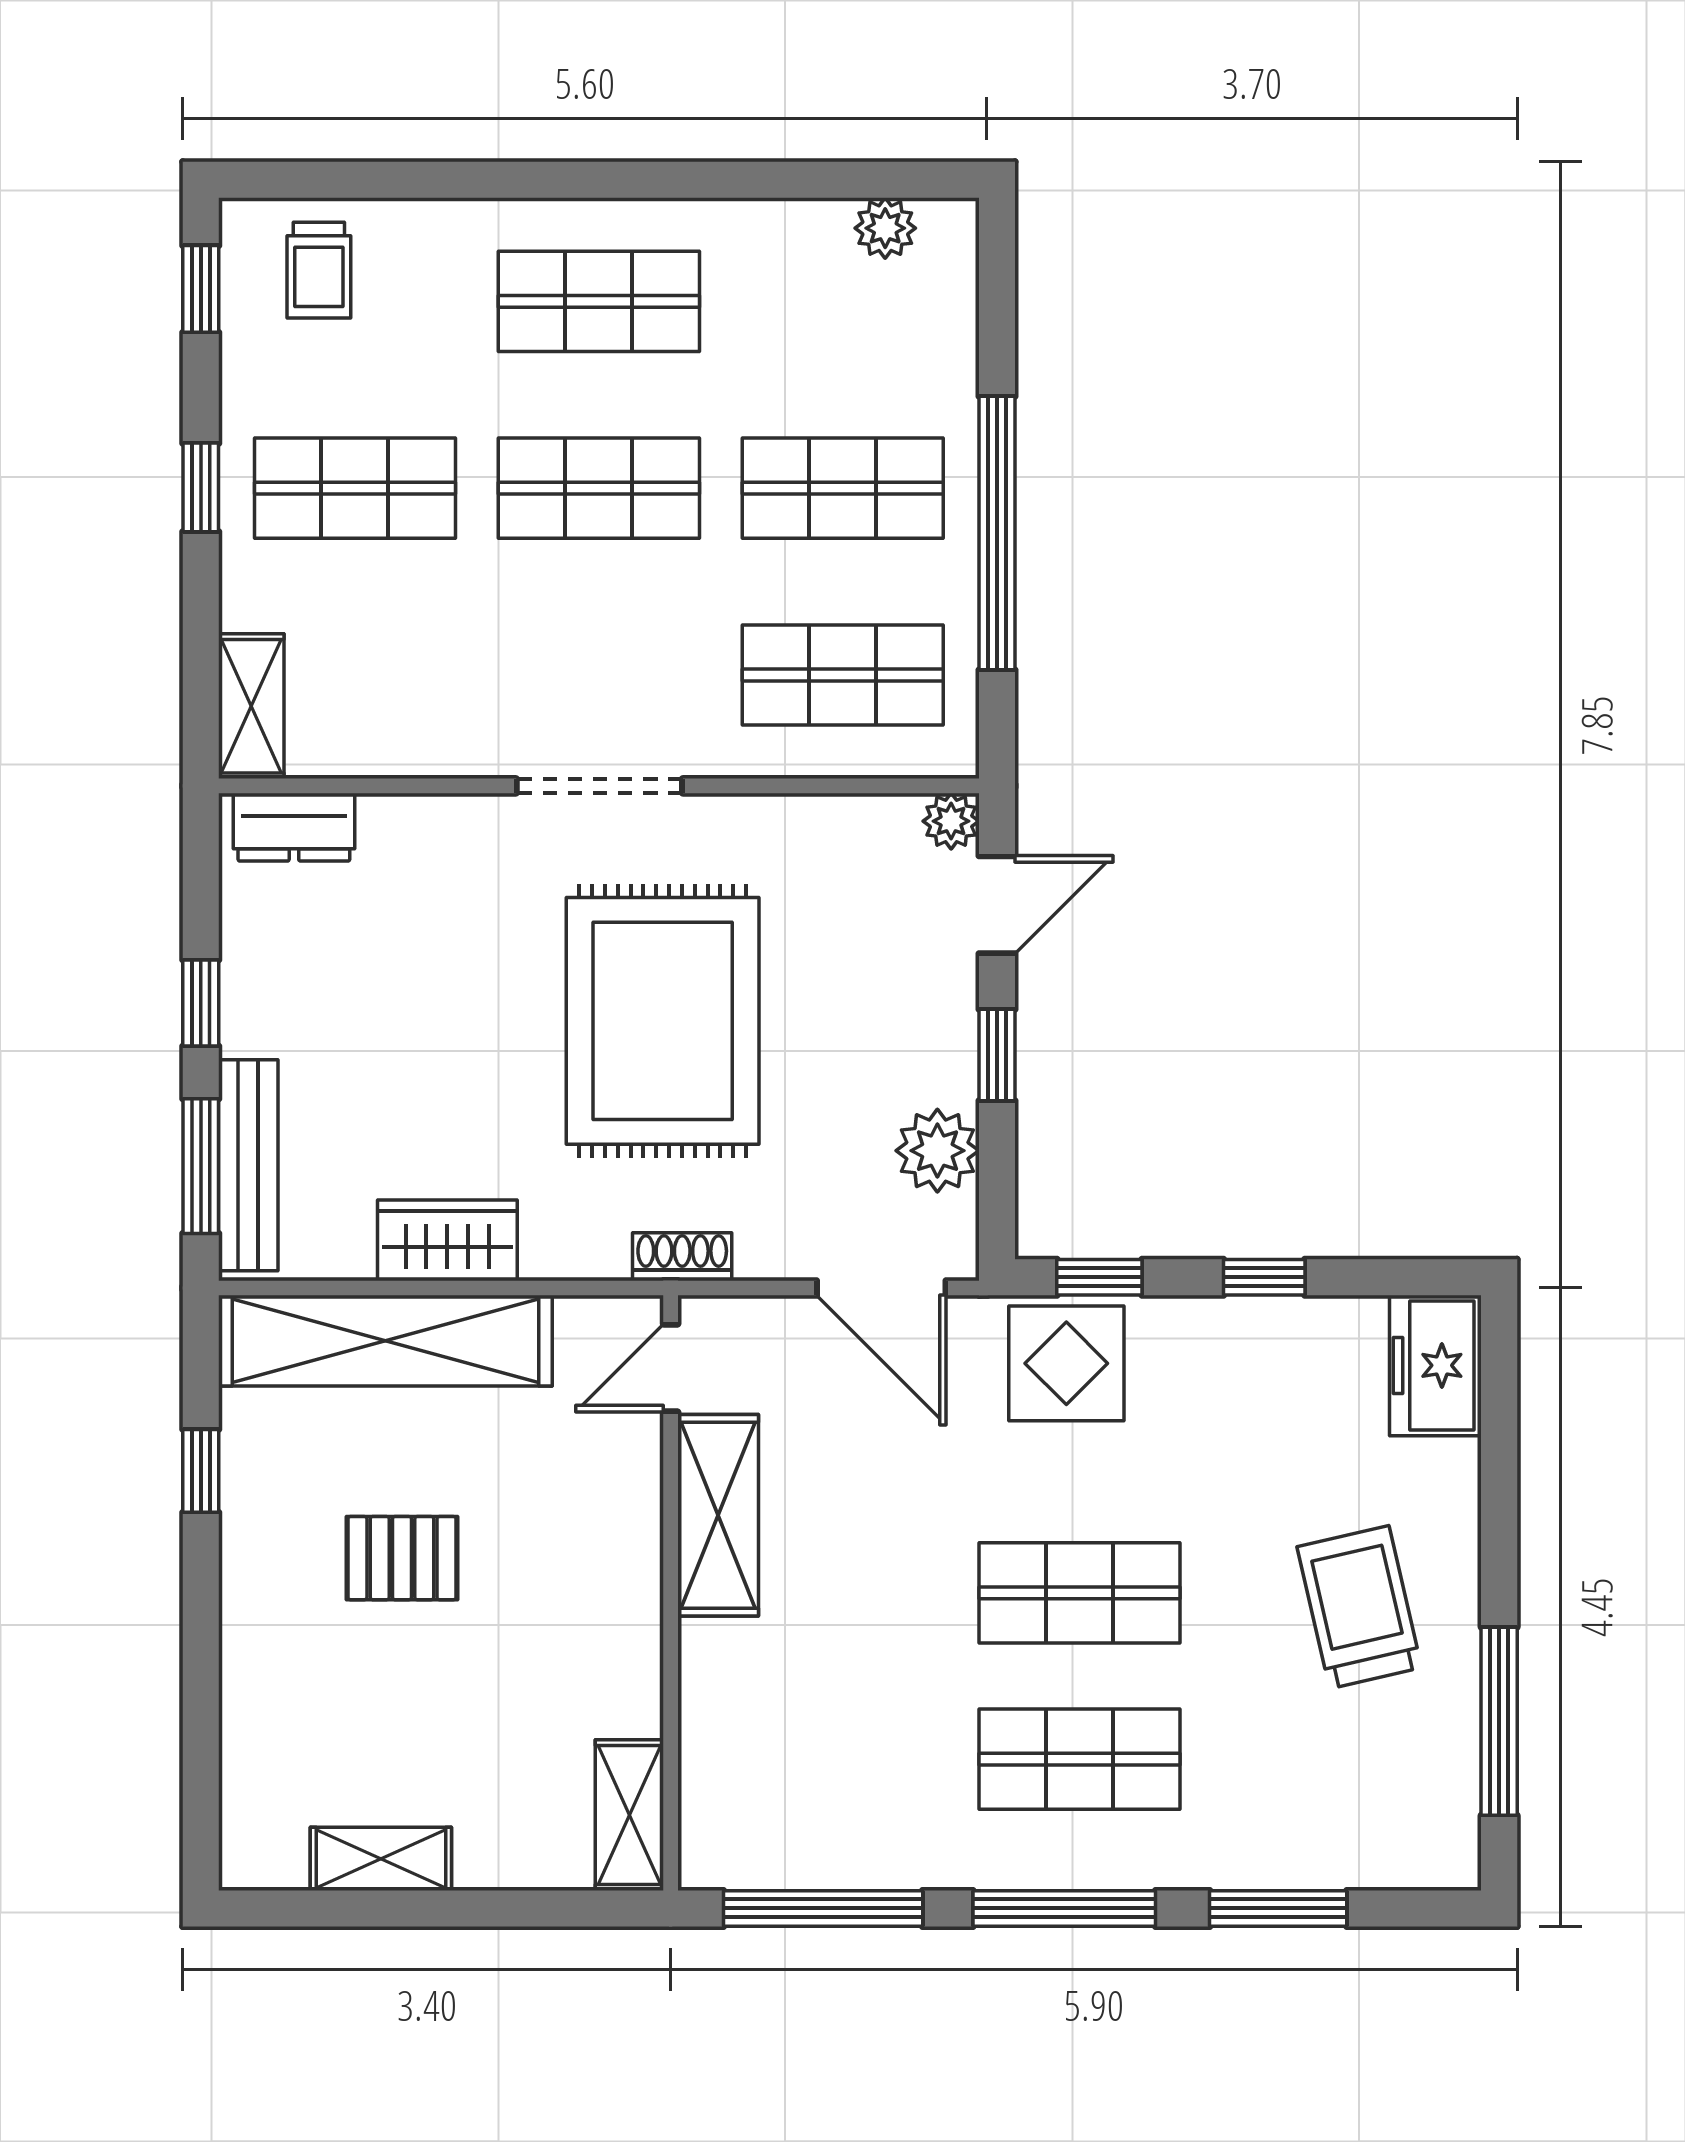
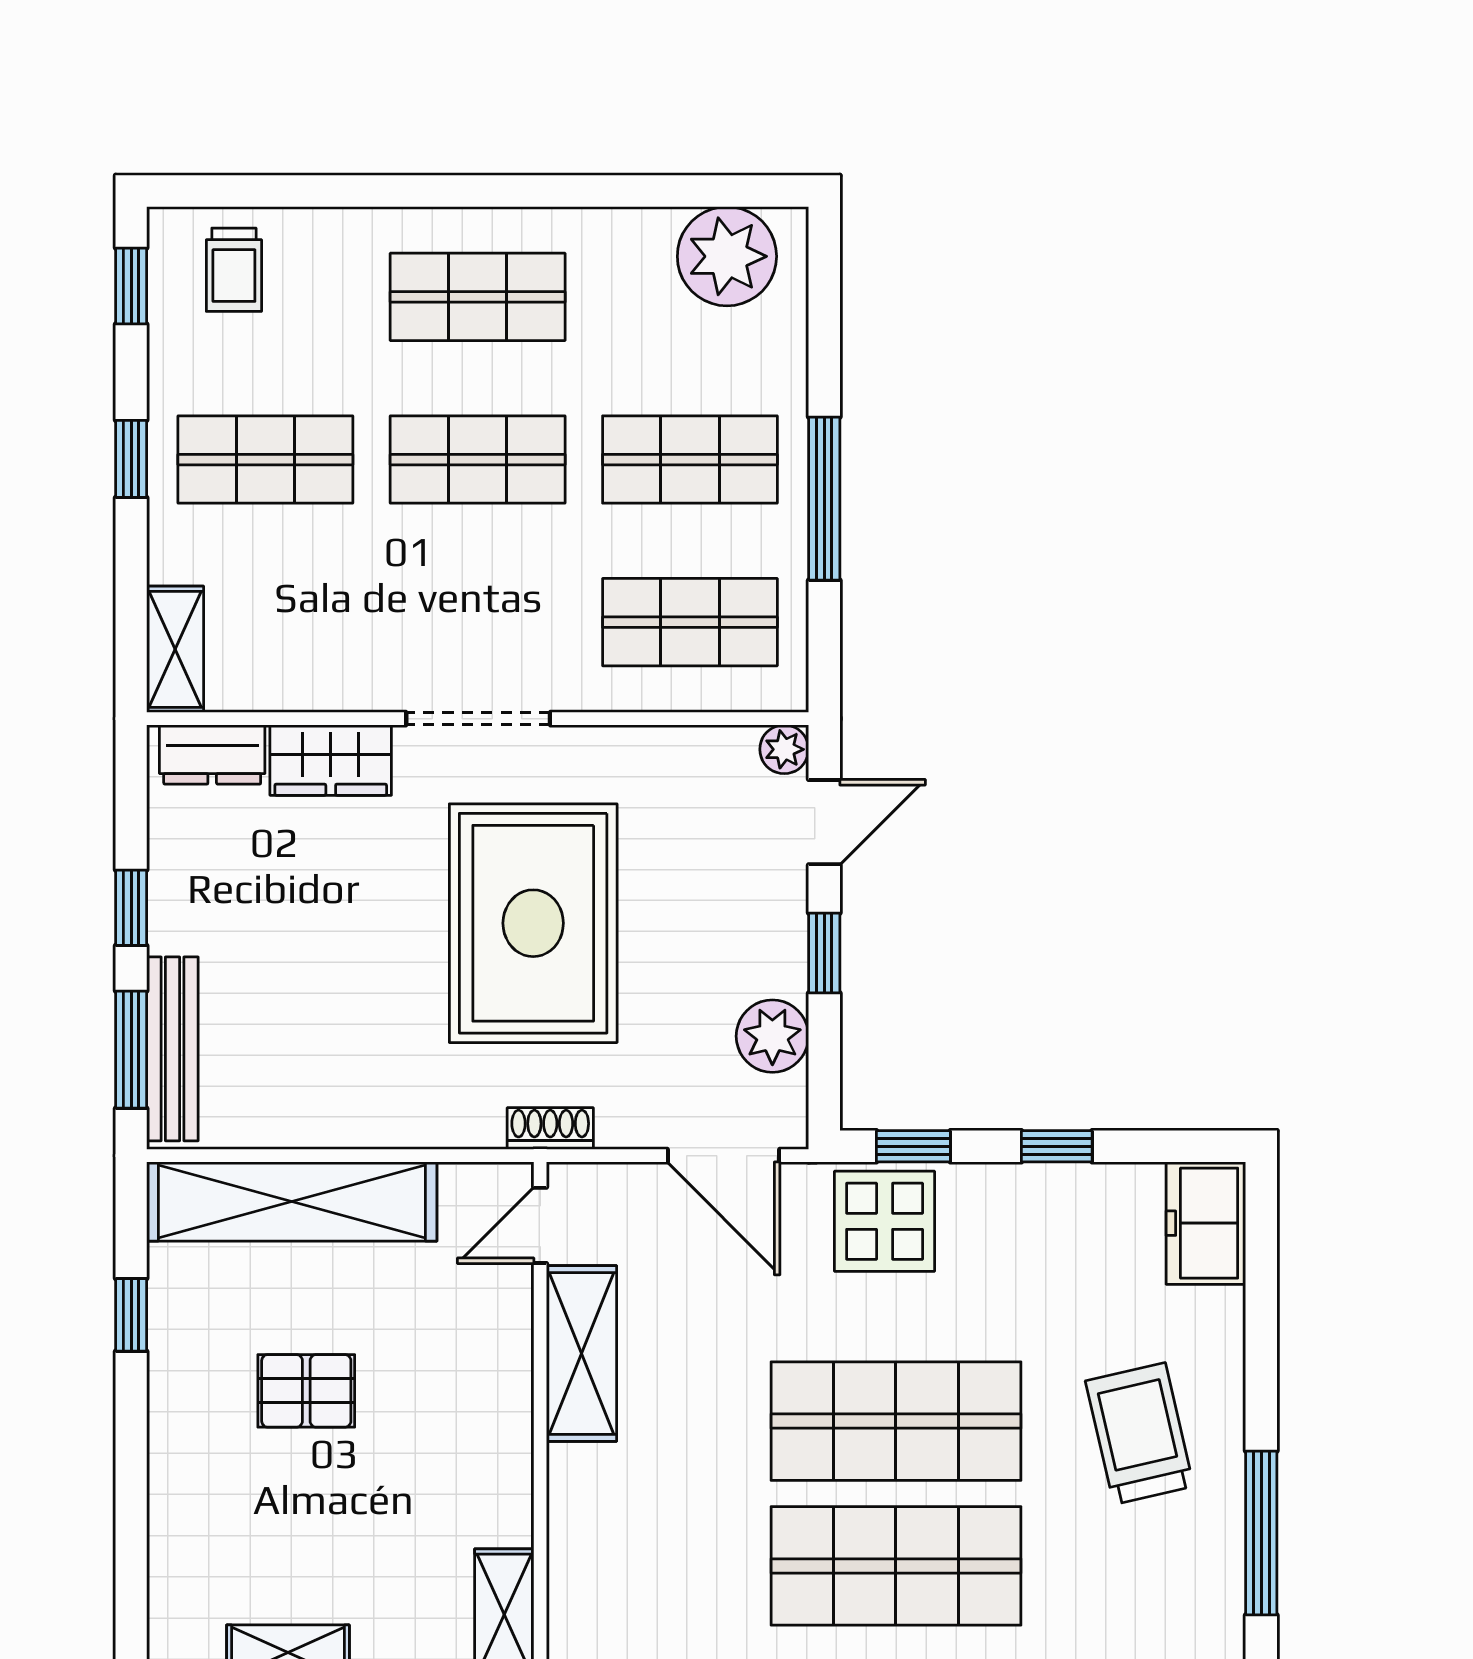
plant: (885, 228) -> (727, 256), width x1.88, depth x1.88
window: (997, 533) -> (824, 499), width x0.68
wardrobe: (447, 1240) -> (331, 760), moved, turned 180
shop shelf: (1079, 1593) -> (896, 1421), width x1.43, depth x1.36
shop shelf: (1079, 1759) -> (896, 1566), width x1.43, depth x1.36

